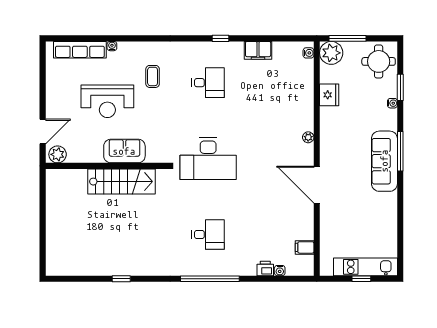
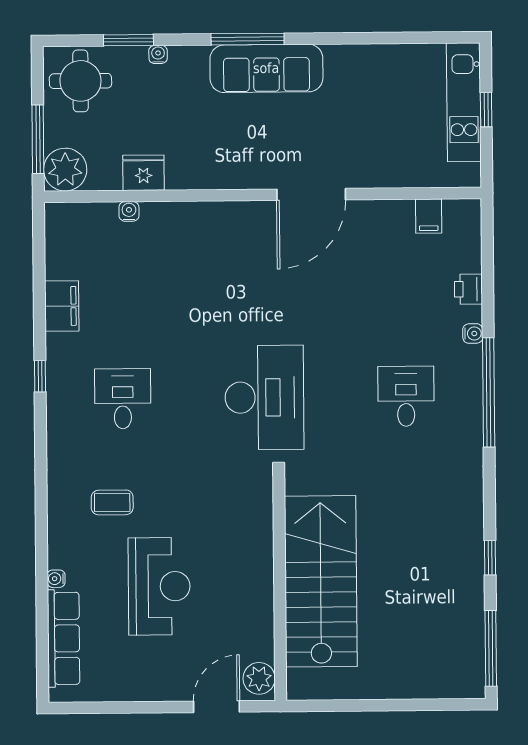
water cooler: (308, 53) -> (129, 211), moved
door: (43, 131) -> (217, 707), hinge flipped
plant: (308, 137) -> (223, 211), removed
sofa: (124, 151) -> (252, 554), removed
stairs: (122, 182) -> (321, 581), width x1.36, depth x1.51
water cooler: (280, 271) -> (473, 334), moved
window: (73, 279) -> (491, 648), added

